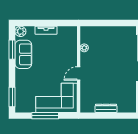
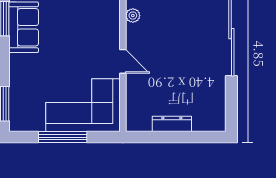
door: (79, 73) -> (123, 61), swing flipped

